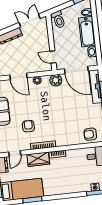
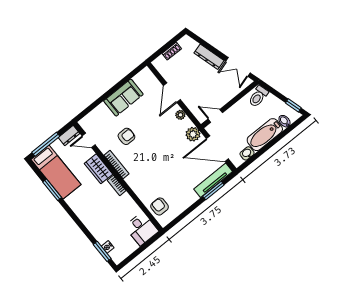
double door: (30, 20) -> (238, 67), swing flipped
door: (53, 57) -> (215, 116), hinge flipped
door: (76, 70) -> (217, 149), hinge flipped

